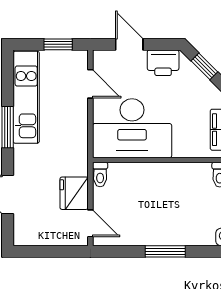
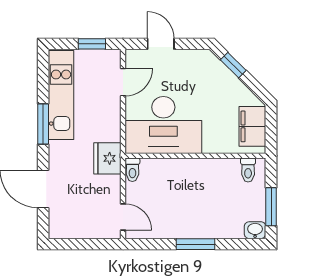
printer: (163, 63) -> (193, 62), removed
door: (90, 84) -> (123, 82), hinge flipped
fridge: (74, 193) -> (107, 158), moved

